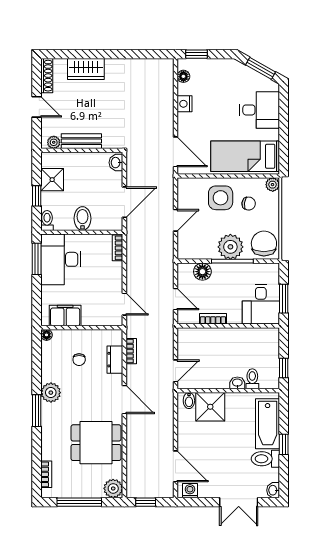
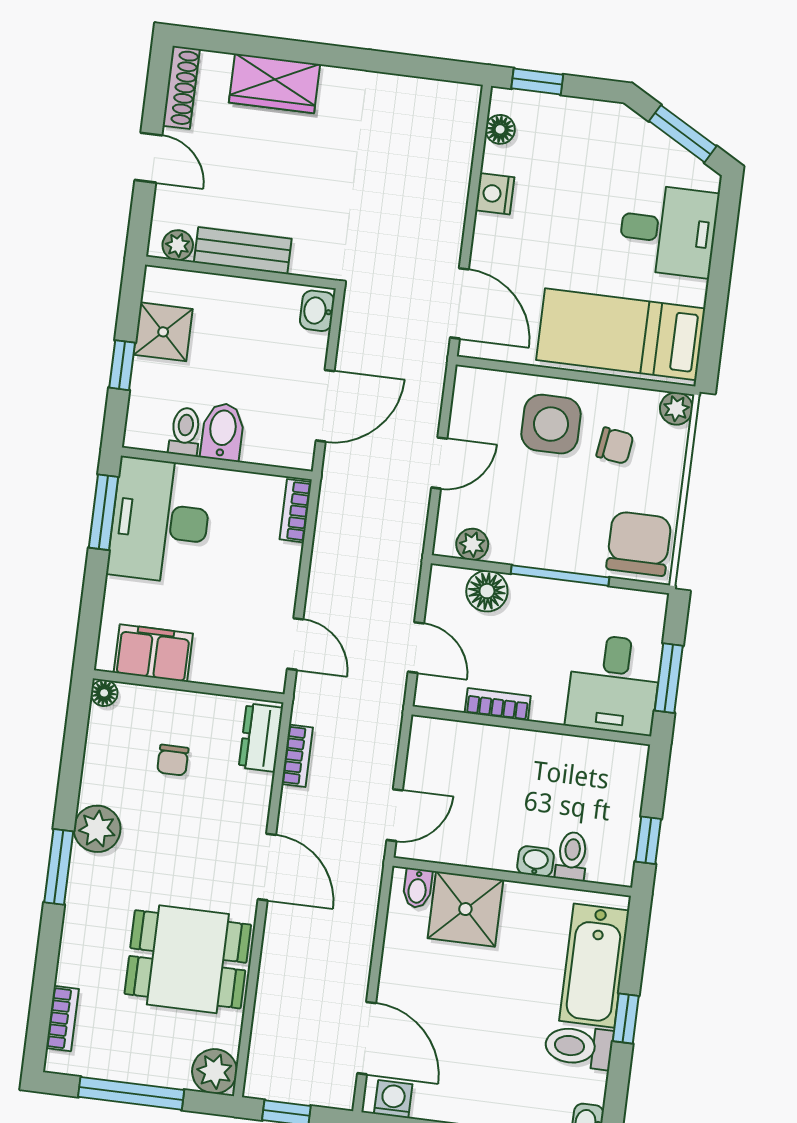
toilet: (47, 220) -> (185, 432), moved
plant: (230, 247) -> (472, 544), moved, width x0.53, depth x0.53
dresser: (115, 360) -> (261, 738), moved

